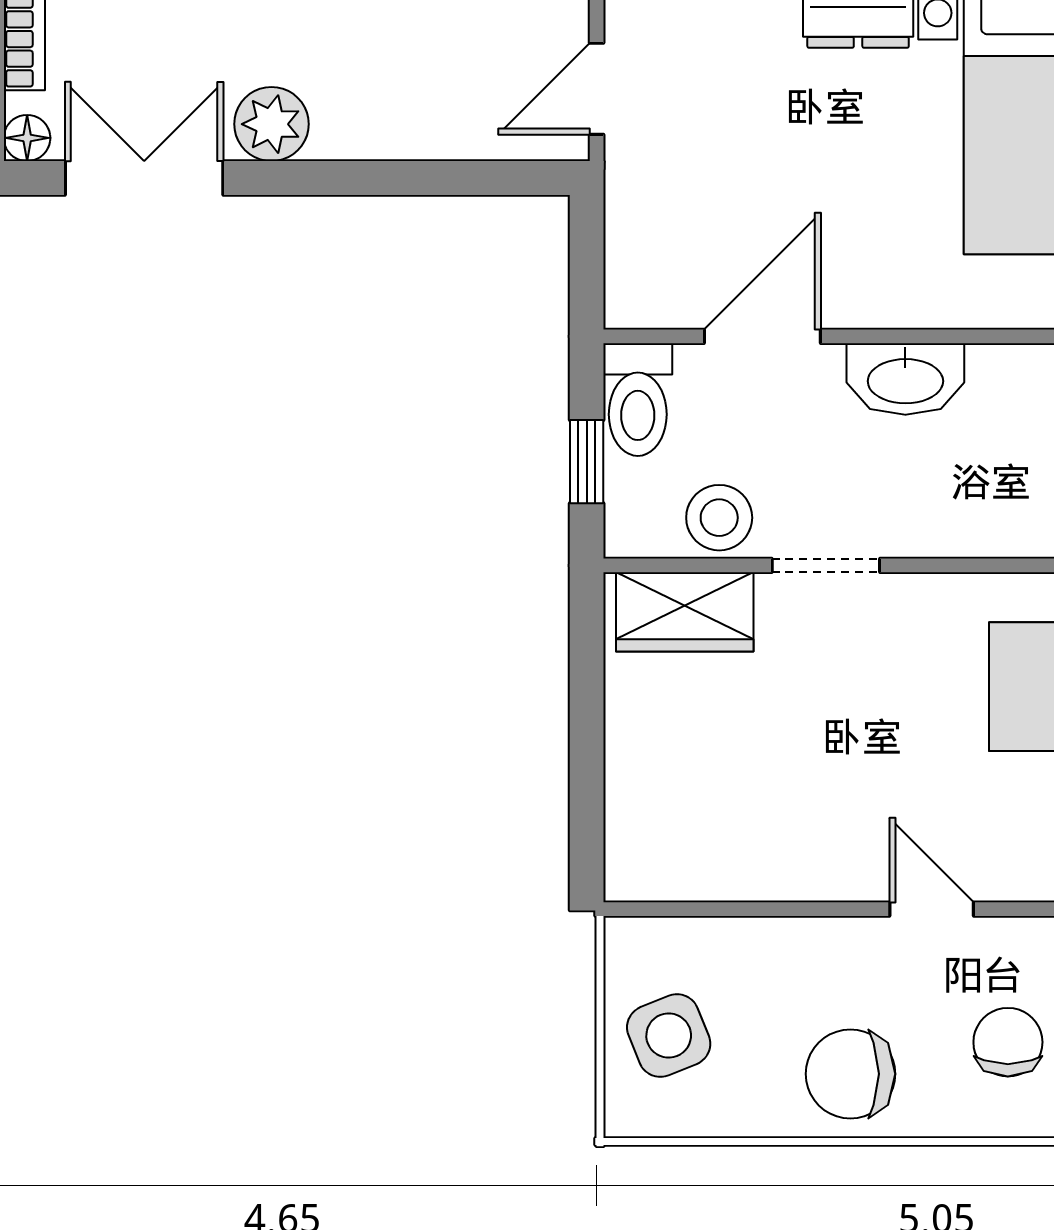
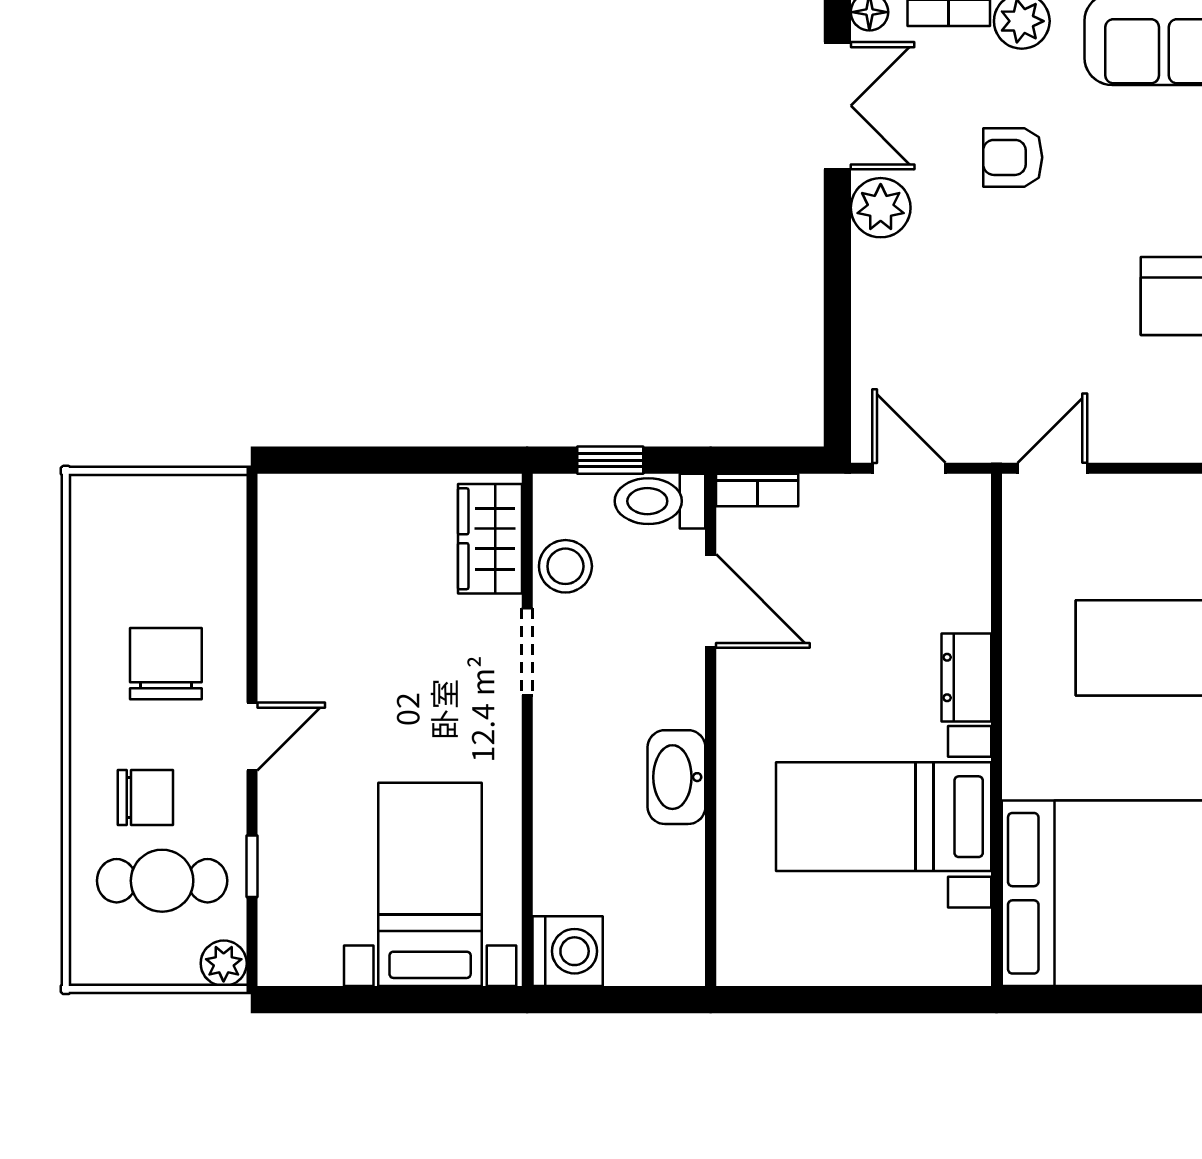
bookcase: (624, 278) -> (757, 490), added
washbasin: (905, 379) -> (676, 777), moved
side table: (669, 1036) -> (151, 526), removed
chair: (850, 1074) -> (166, 664), moved

